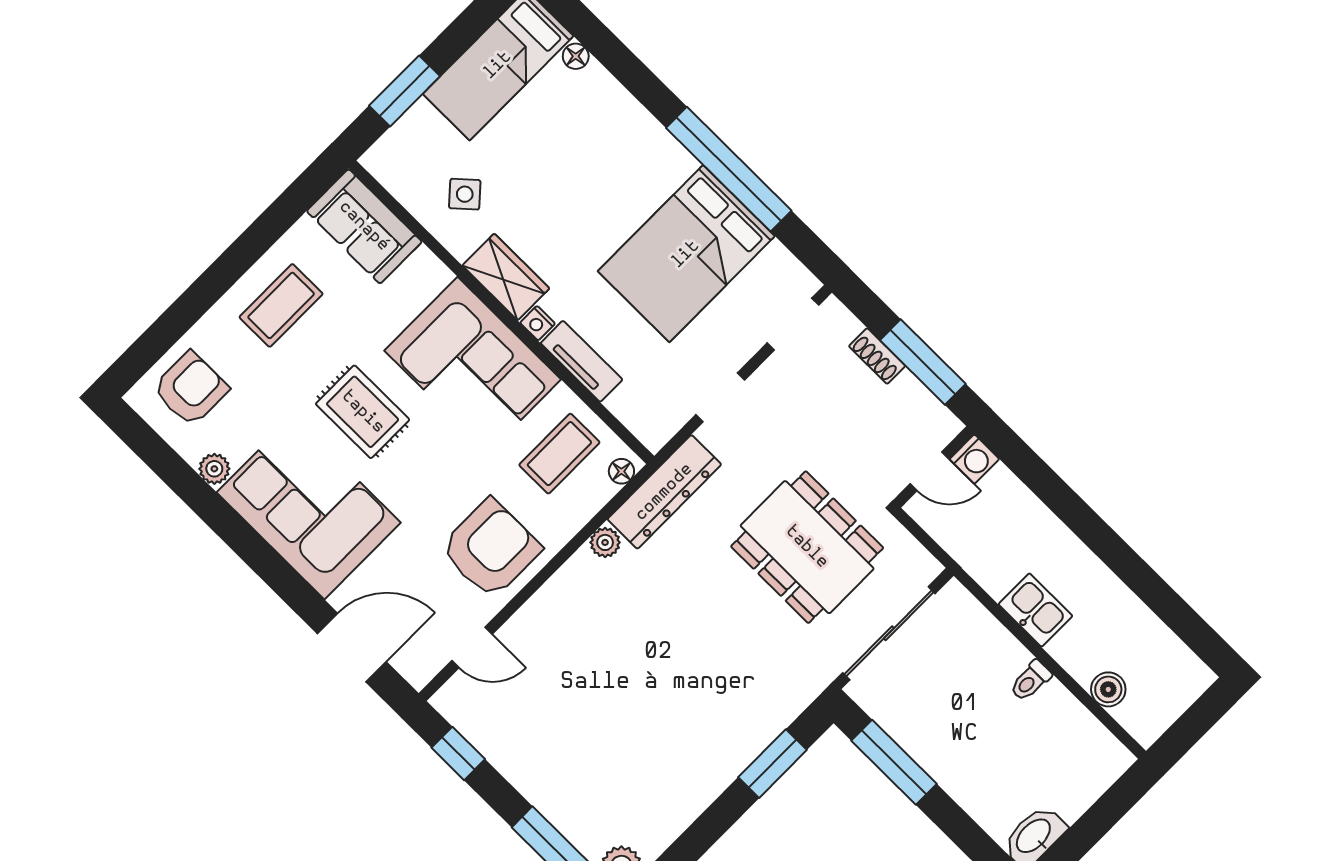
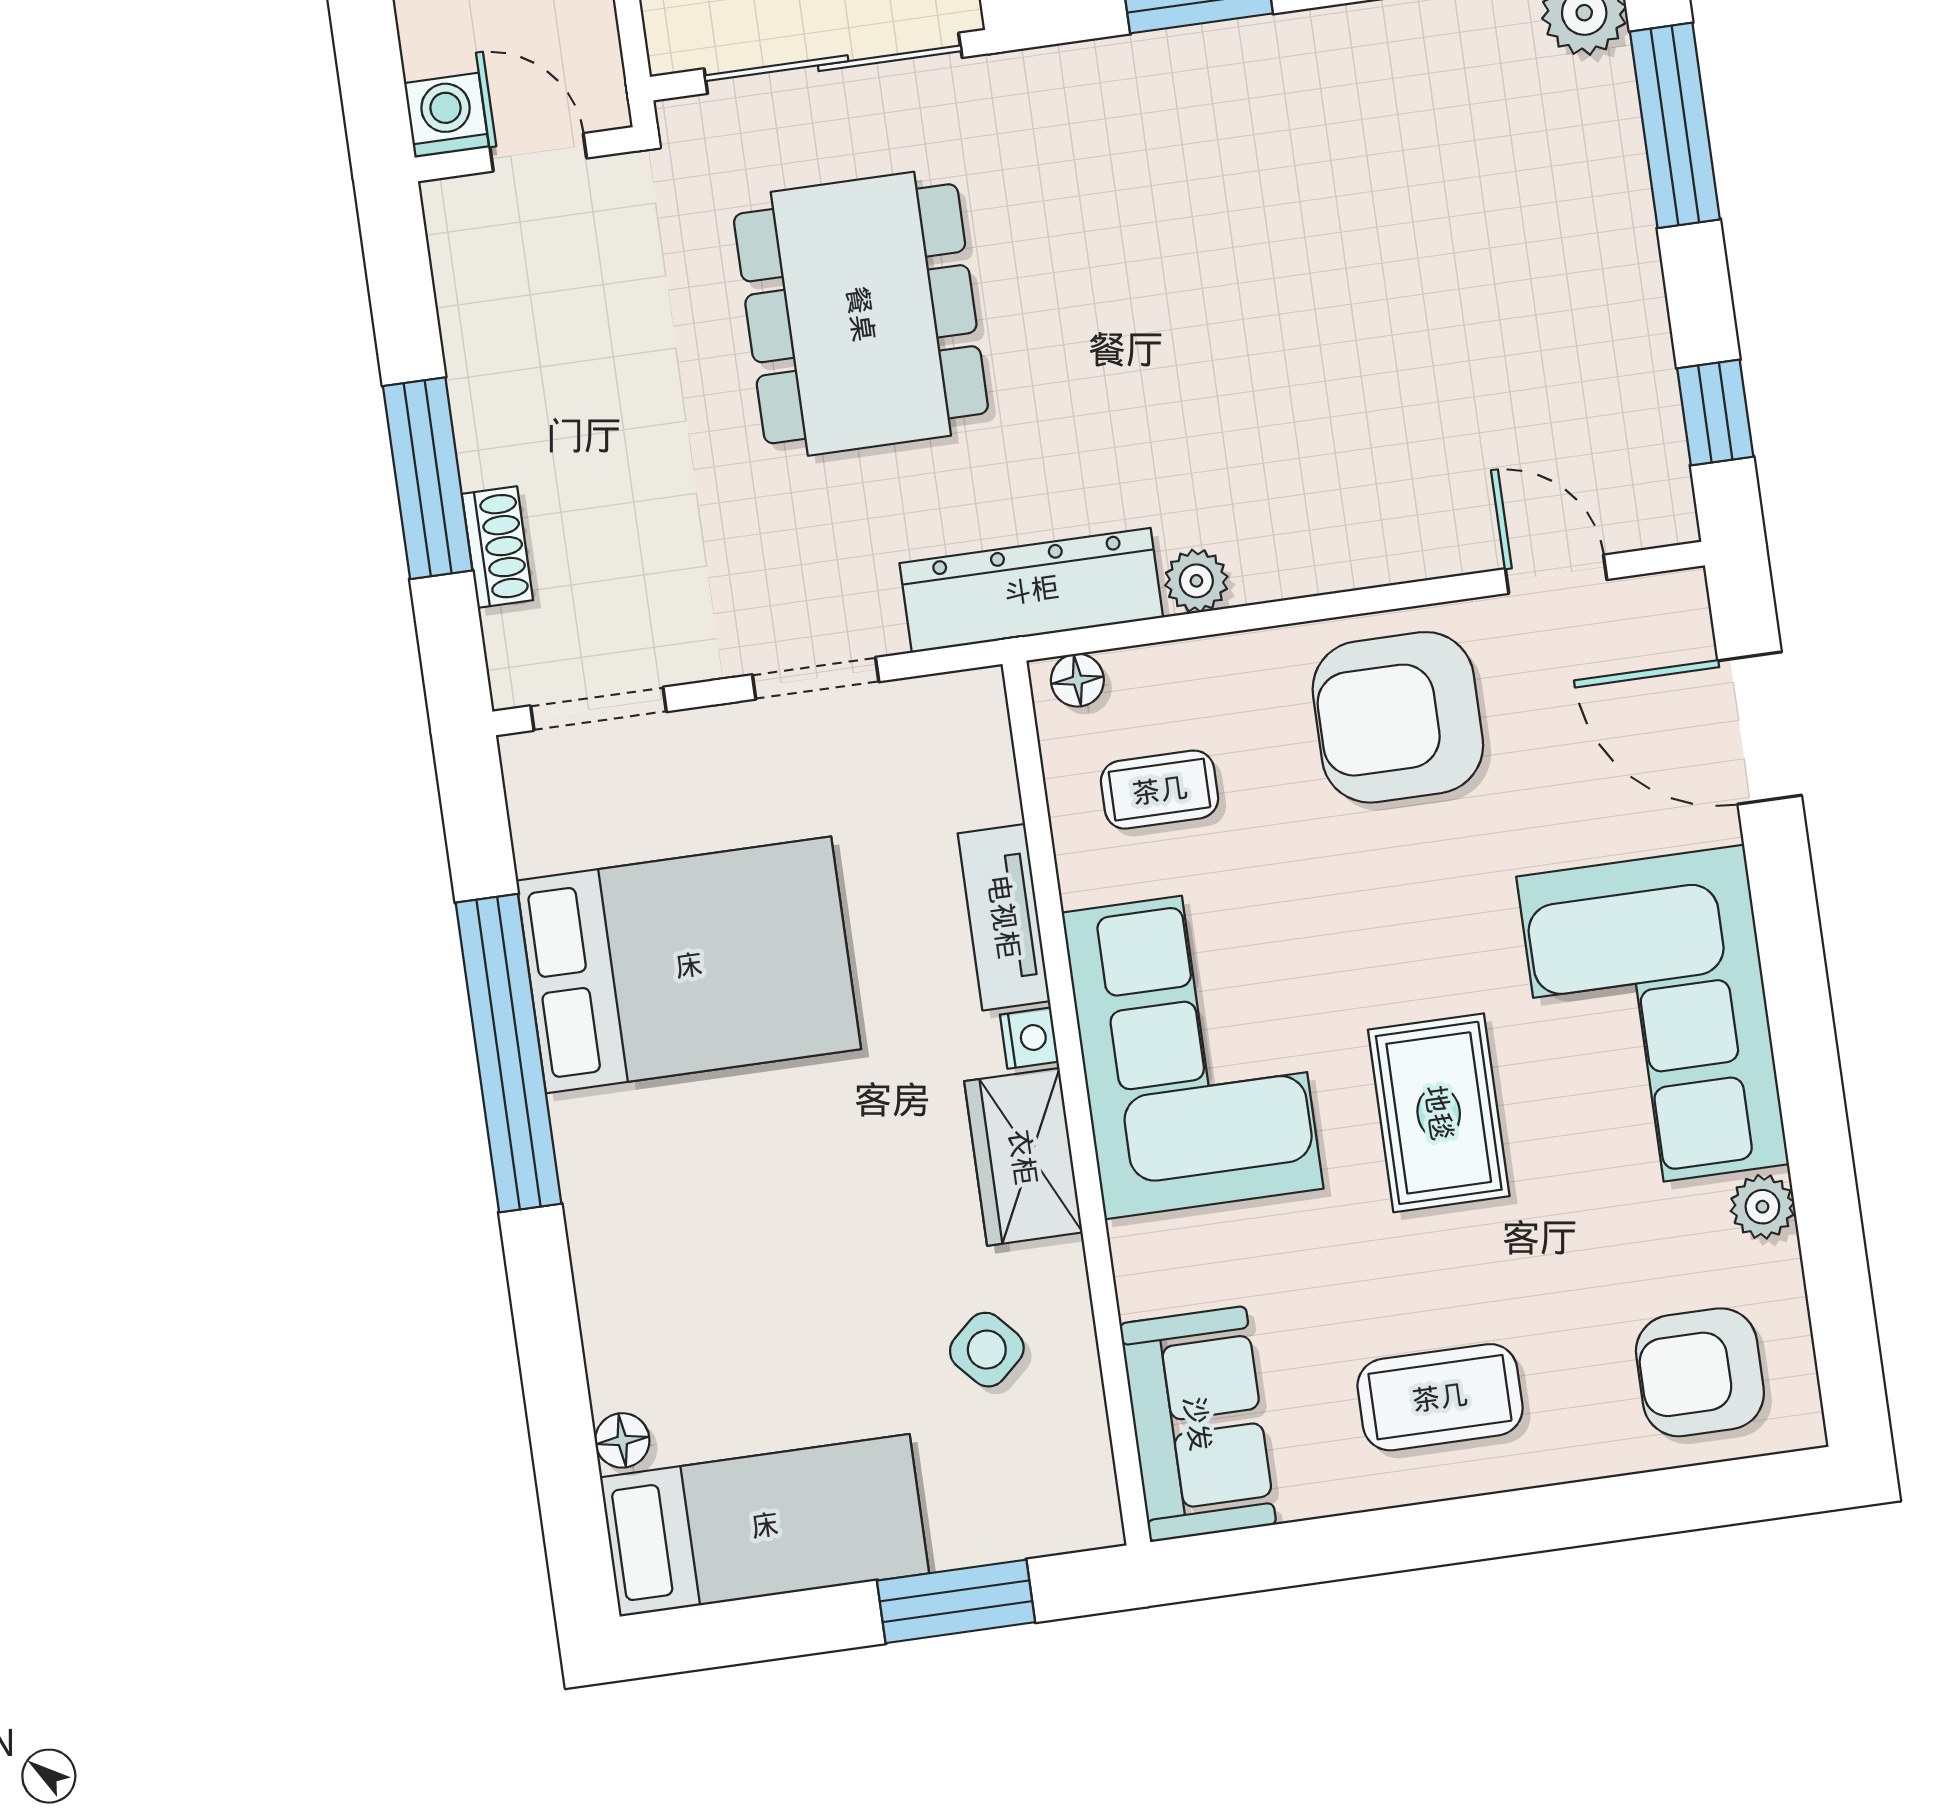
coffee table: (559, 454) -> (1160, 790), width x0.73, depth x0.77
washing machine: (974, 459) -> (447, 115), moved
wall: (934, 467) -> (525, 154), moved
door: (929, 471) -> (538, 152), moved

